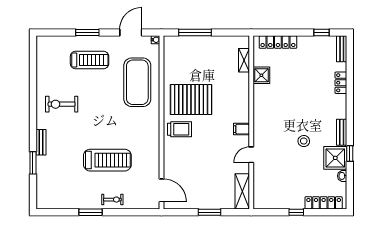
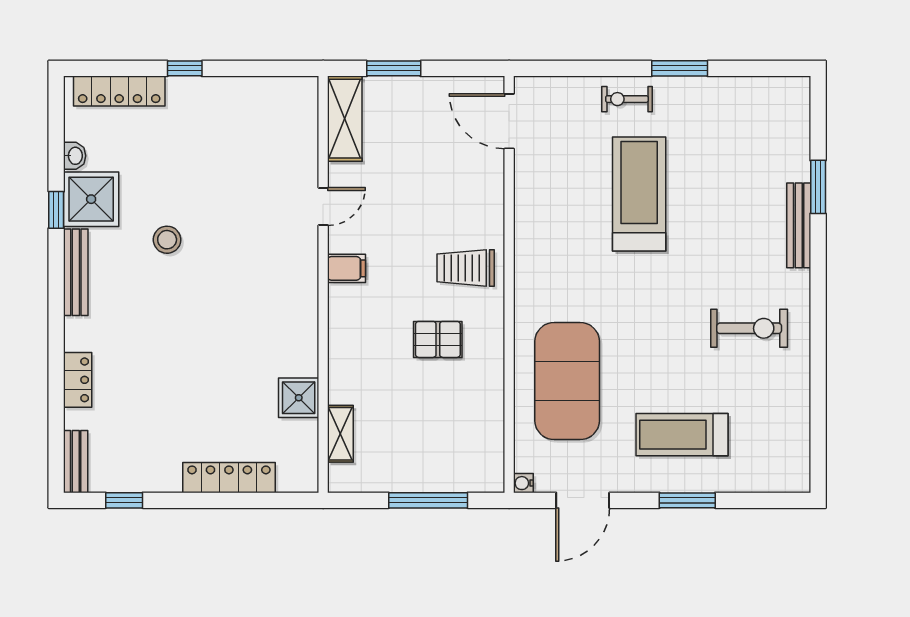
shelving: (244, 60) -> (340, 434), moved
shower: (261, 75) -> (299, 398), moved
pallet: (191, 100) -> (438, 339), width x0.49, depth x0.50
wall: (251, 122) -> (323, 284), moved
filing cabinet: (242, 129) -> (347, 268), moved
bench: (342, 132) -> (76, 272), width x1.36
bench: (41, 142) -> (799, 225), width x1.36
door: (251, 155) -> (323, 206), moved
treadmill: (107, 160) -> (639, 194), turned 90
shelving: (242, 191) -> (345, 119), moved

